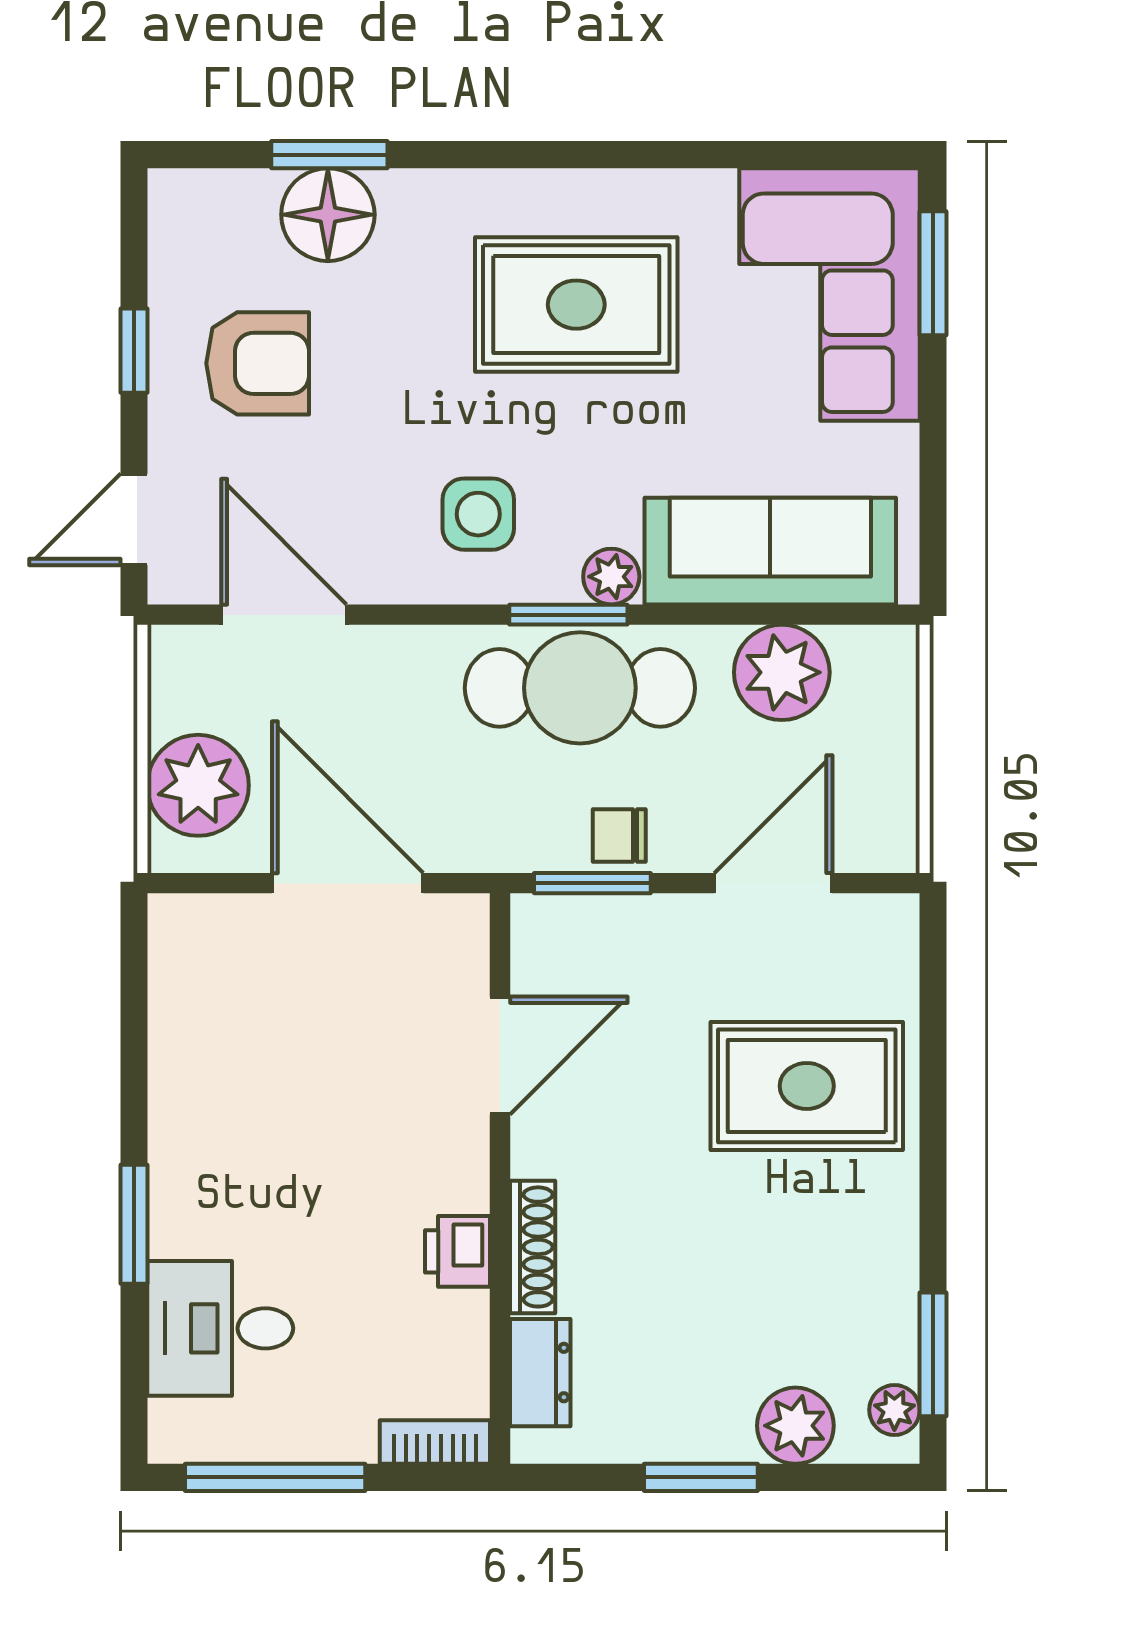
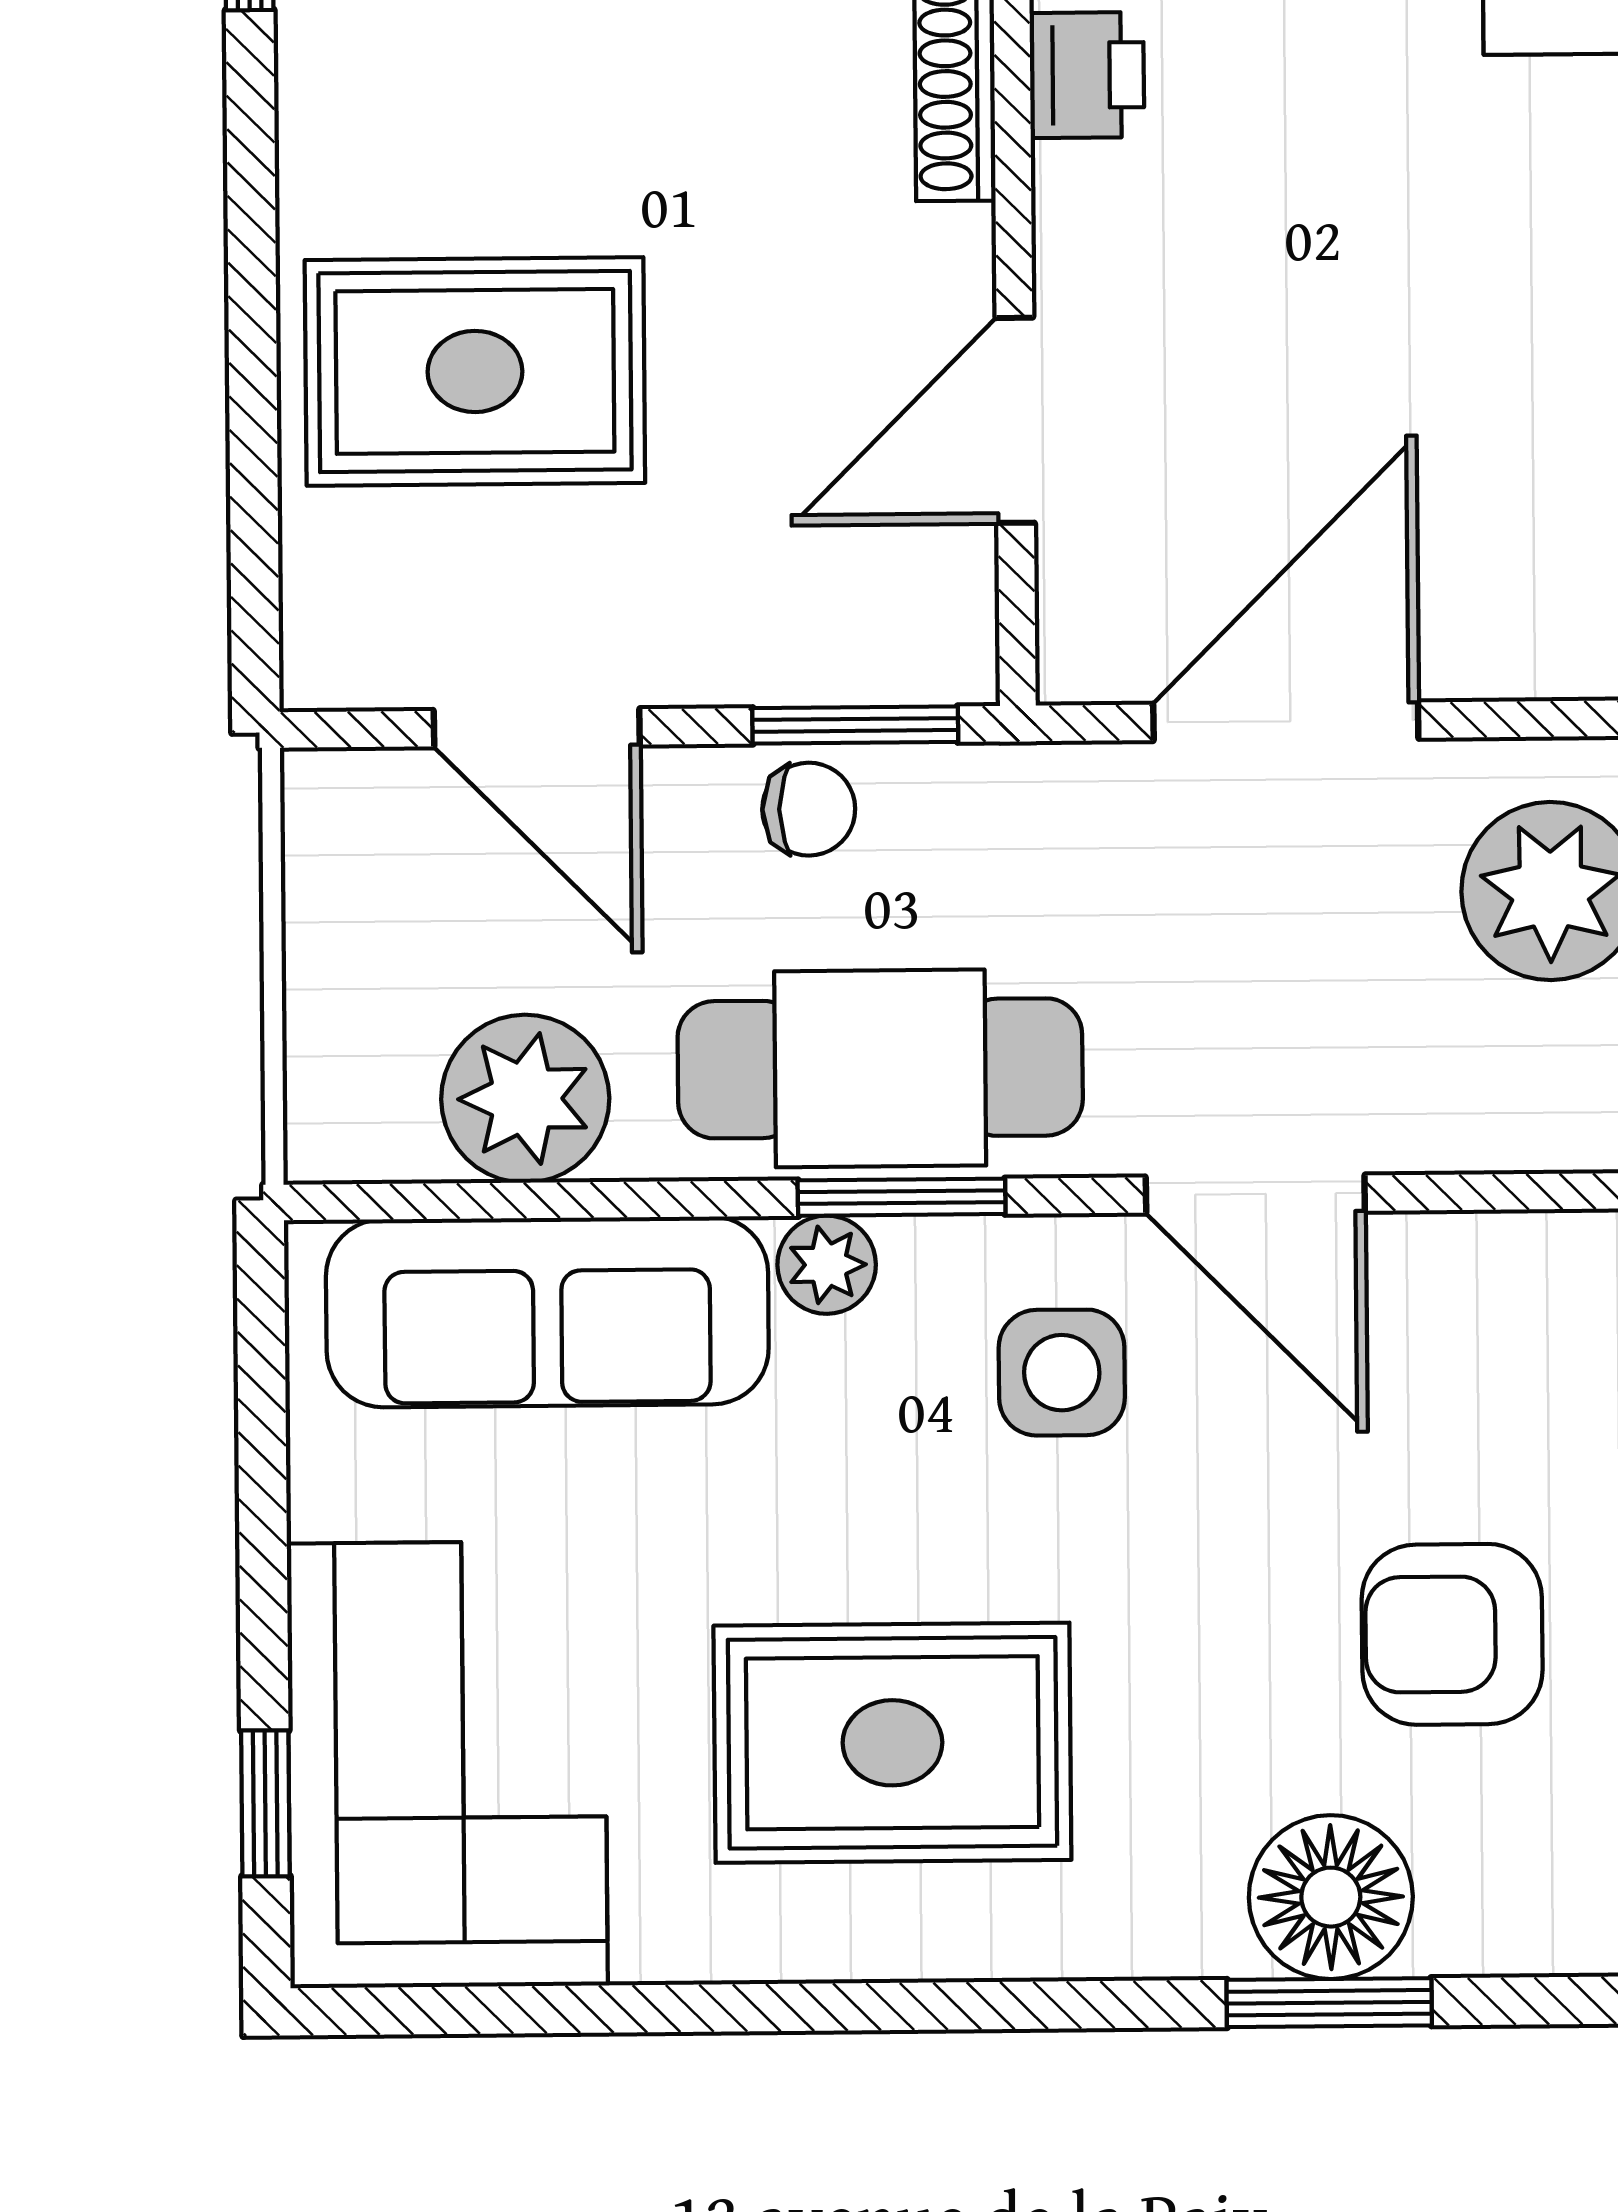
window: (933, 273) -> (265, 1803), width x0.67
door: (284, 615) -> (1255, 1194), moved
door: (348, 883) -> (1286, 721), swing flipped
door: (773, 883) -> (537, 728), hinge flipped

